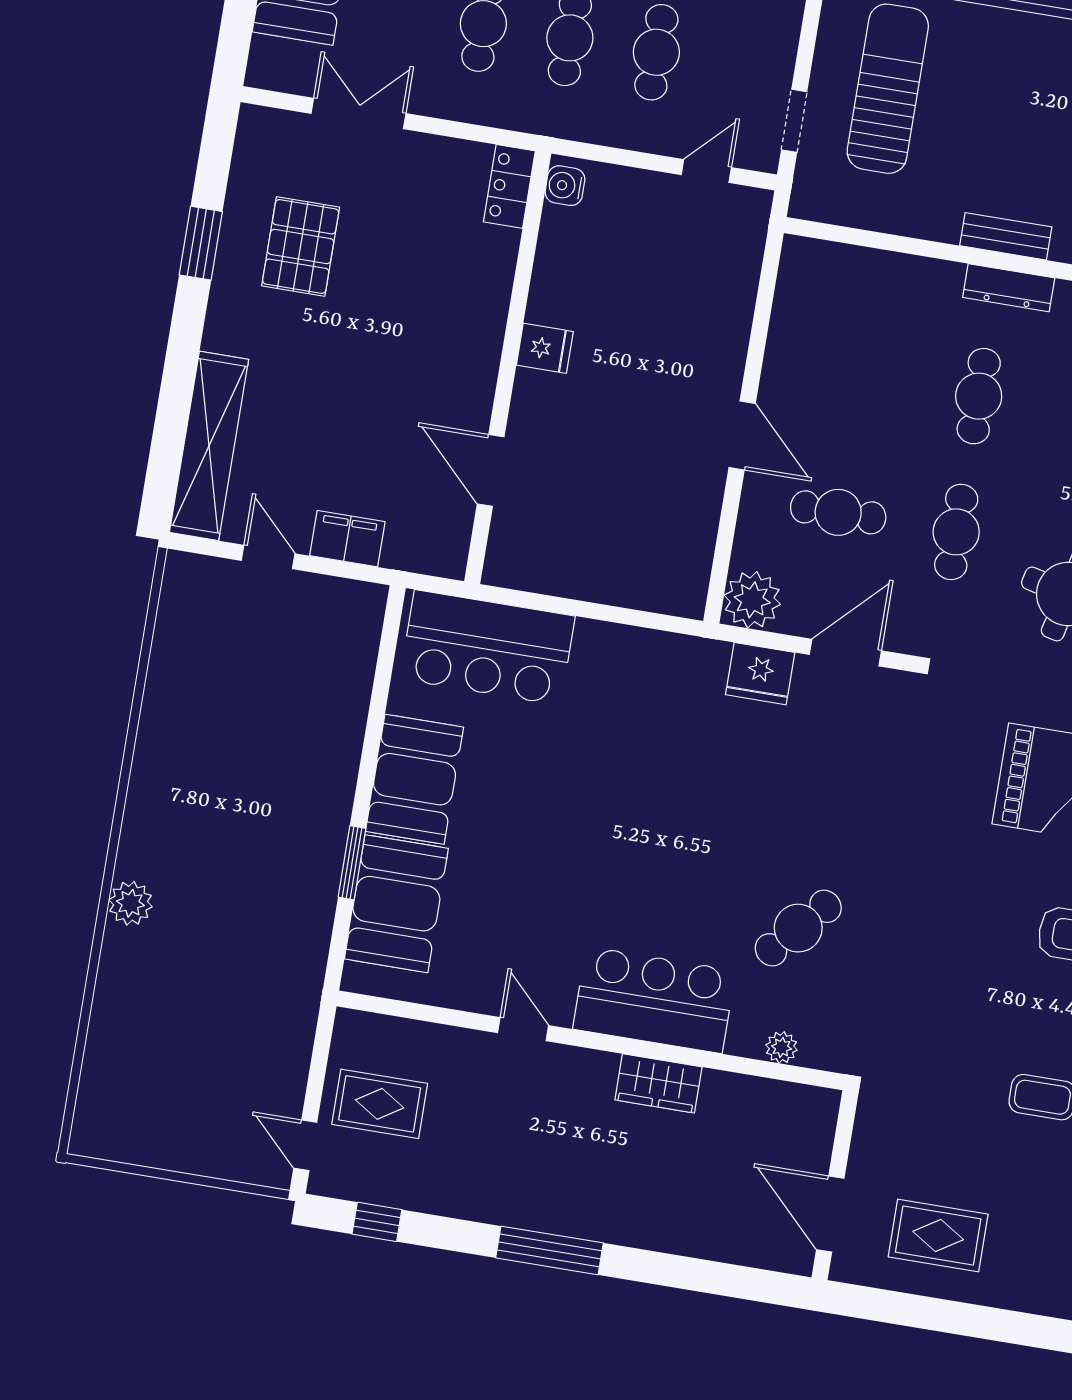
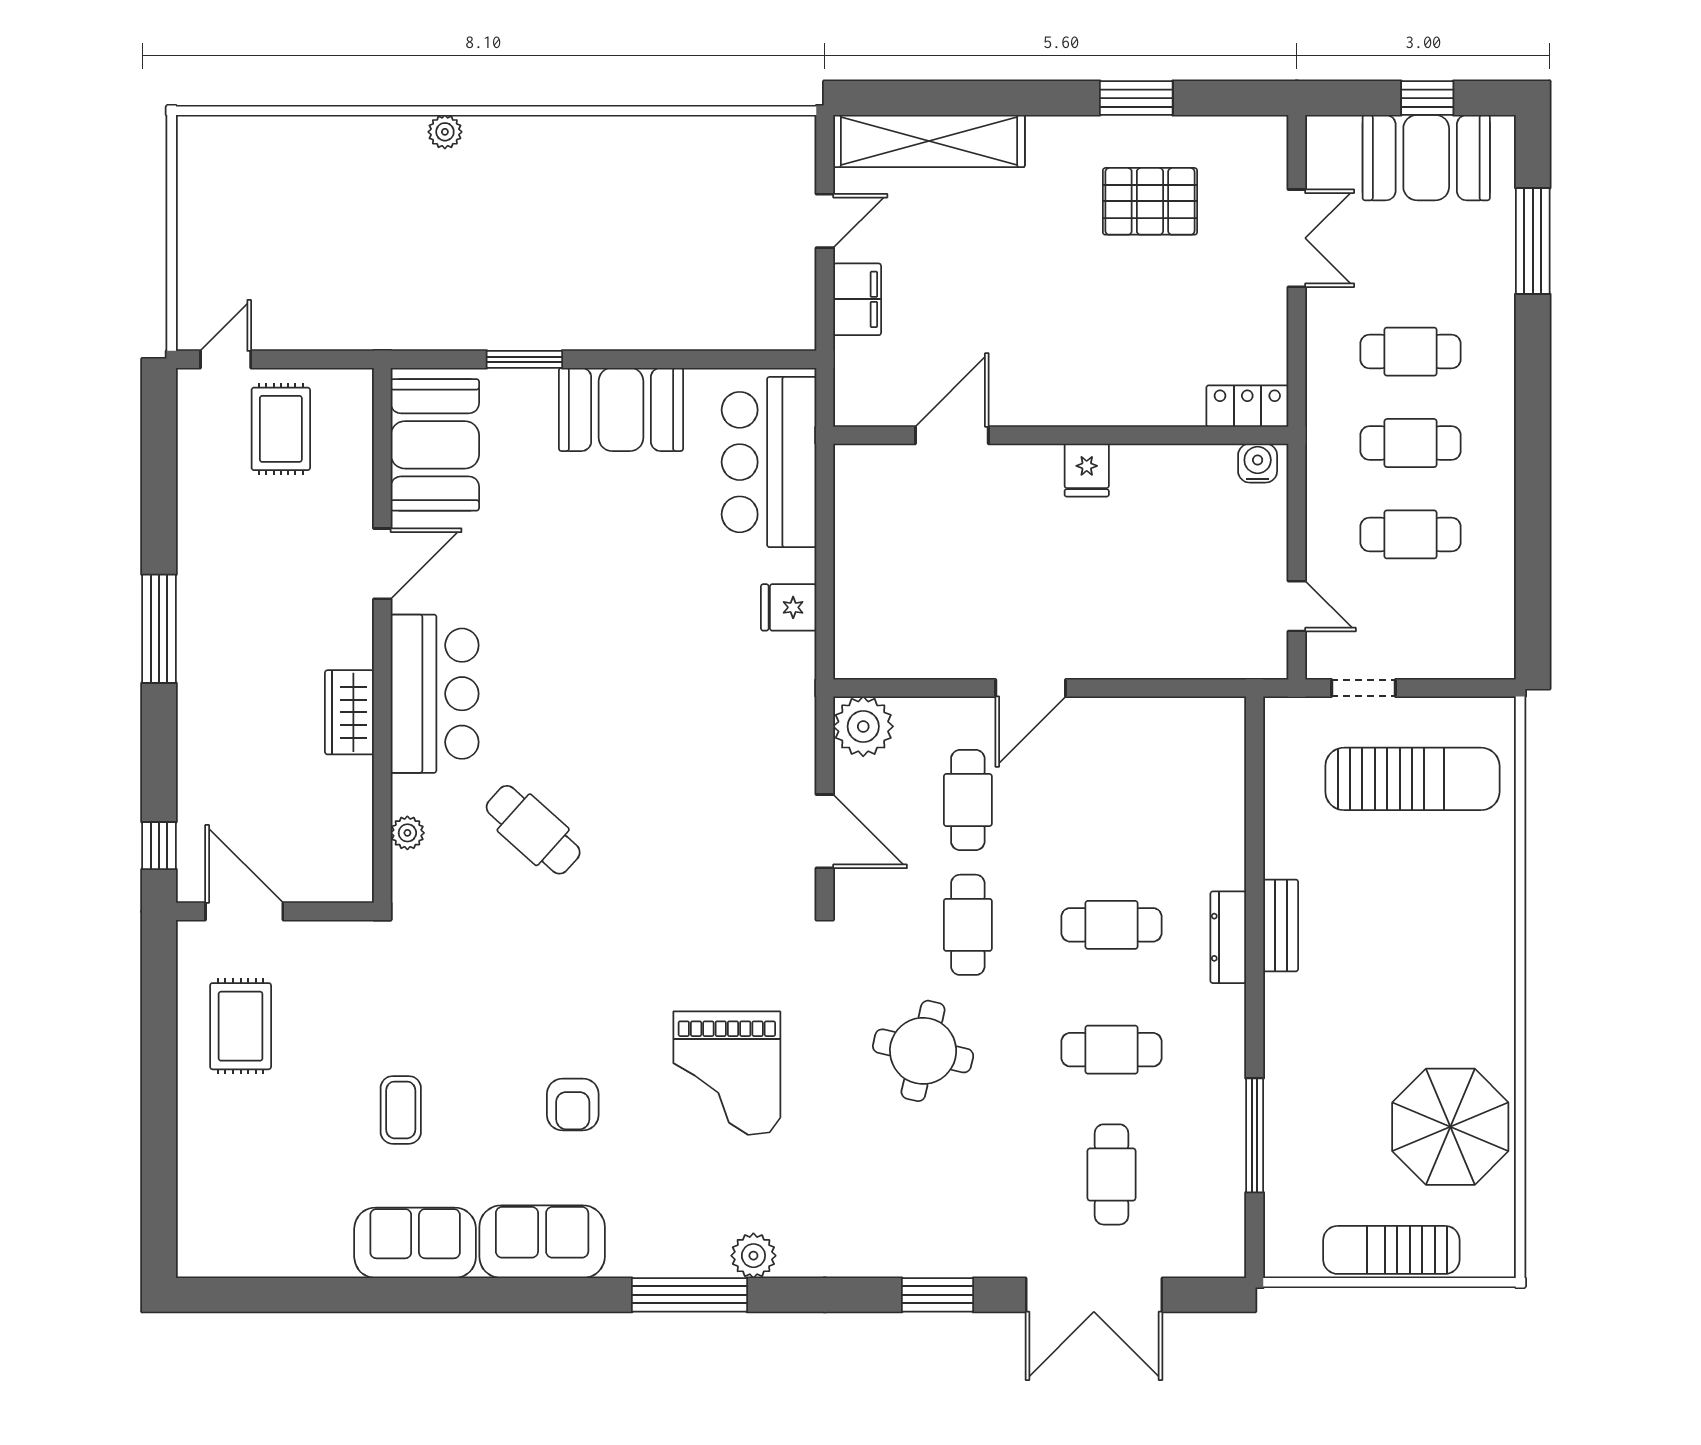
cafe table: (956, 532) -> (968, 925), turned 90
fridge: (760, 674) -> (789, 607), moved, width x0.72
plant: (130, 903) -> (445, 132), width x0.73, depth x0.73
booth: (396, 904) -> (435, 445), moved, turned 90
door: (523, 1029) -> (382, 564), width x1.37
door: (830, 1214) -> (244, 911), hinge flipped
window: (377, 1222) -> (159, 846), moved

